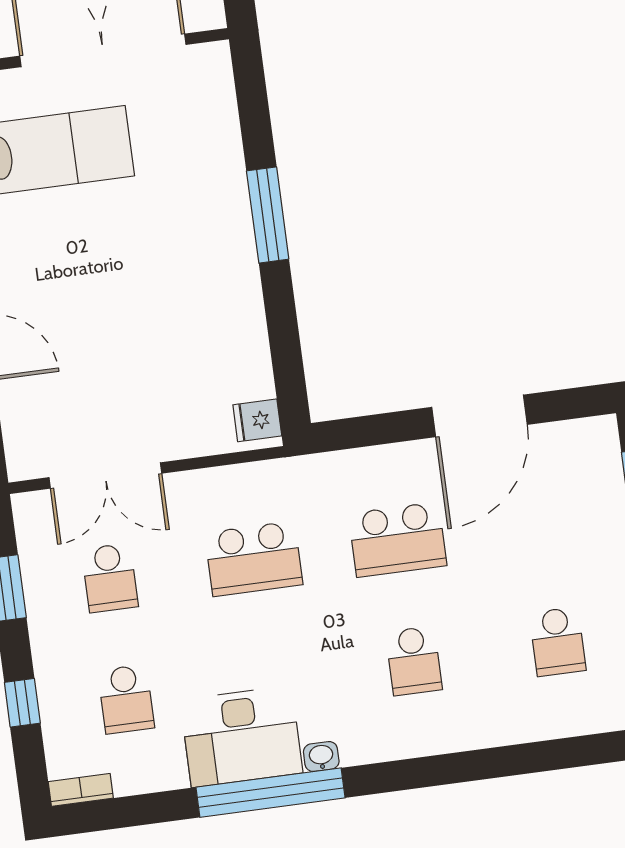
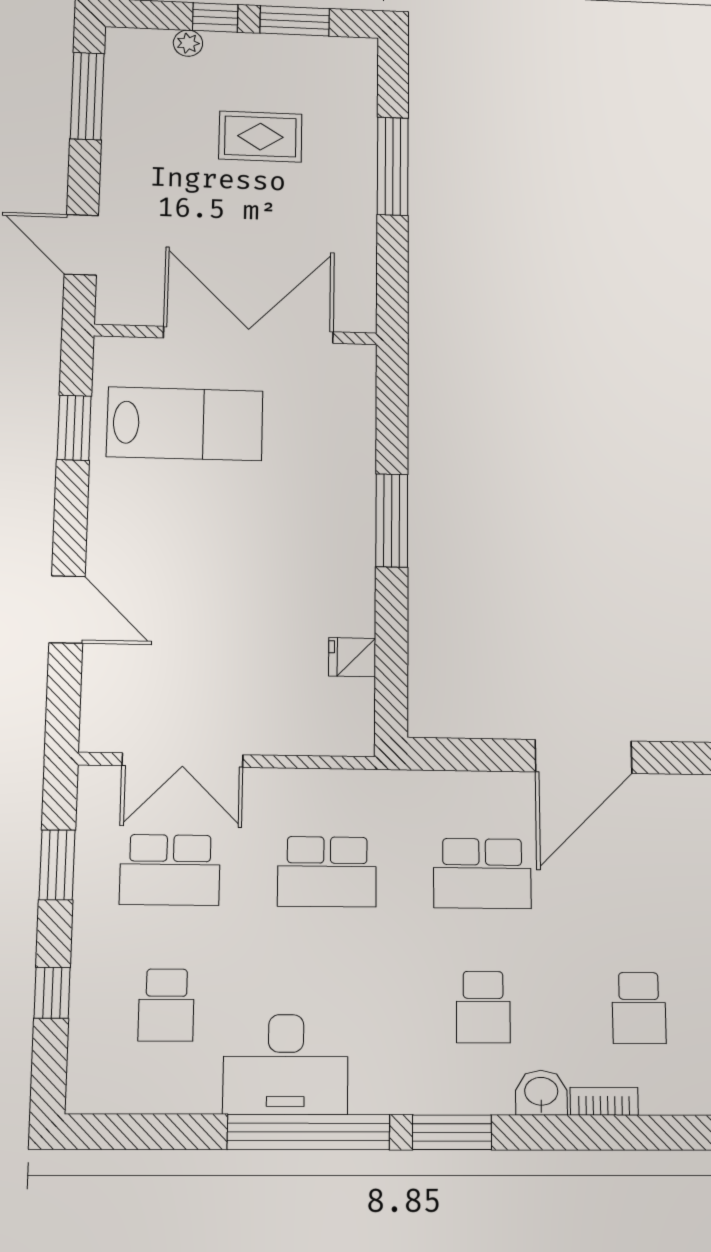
fridge: (257, 420) -> (352, 657), moved
school desk: (110, 578) -> (170, 870), width x1.85
washbasin: (321, 757) -> (541, 1093), moved, width x1.38, depth x1.45
window: (400, 775) -> (452, 1132), added
bookcase: (81, 790) -> (604, 1101), moved

